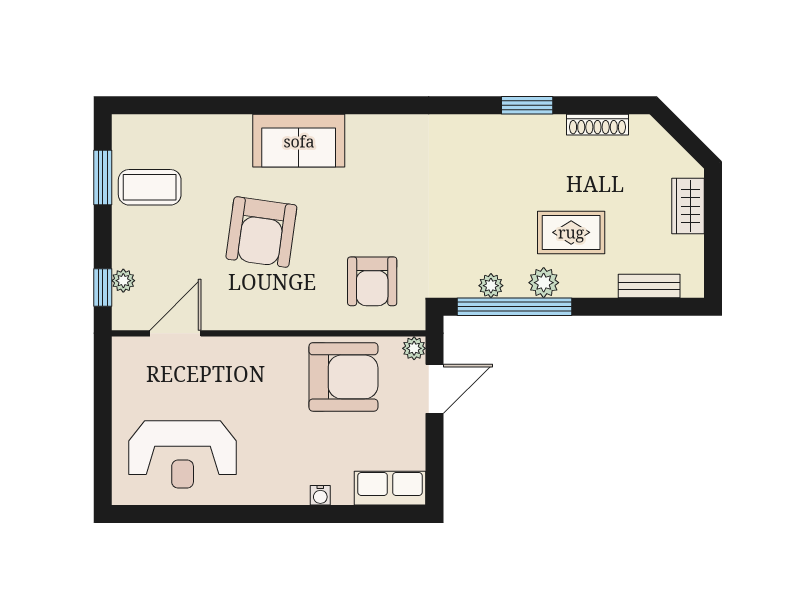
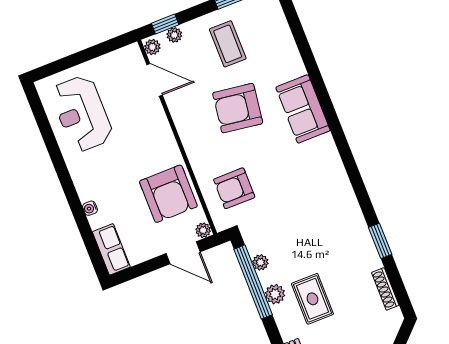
coffee table: (150, 187) -> (228, 44), moved
plant: (128, 318) -> (152, 47), added

